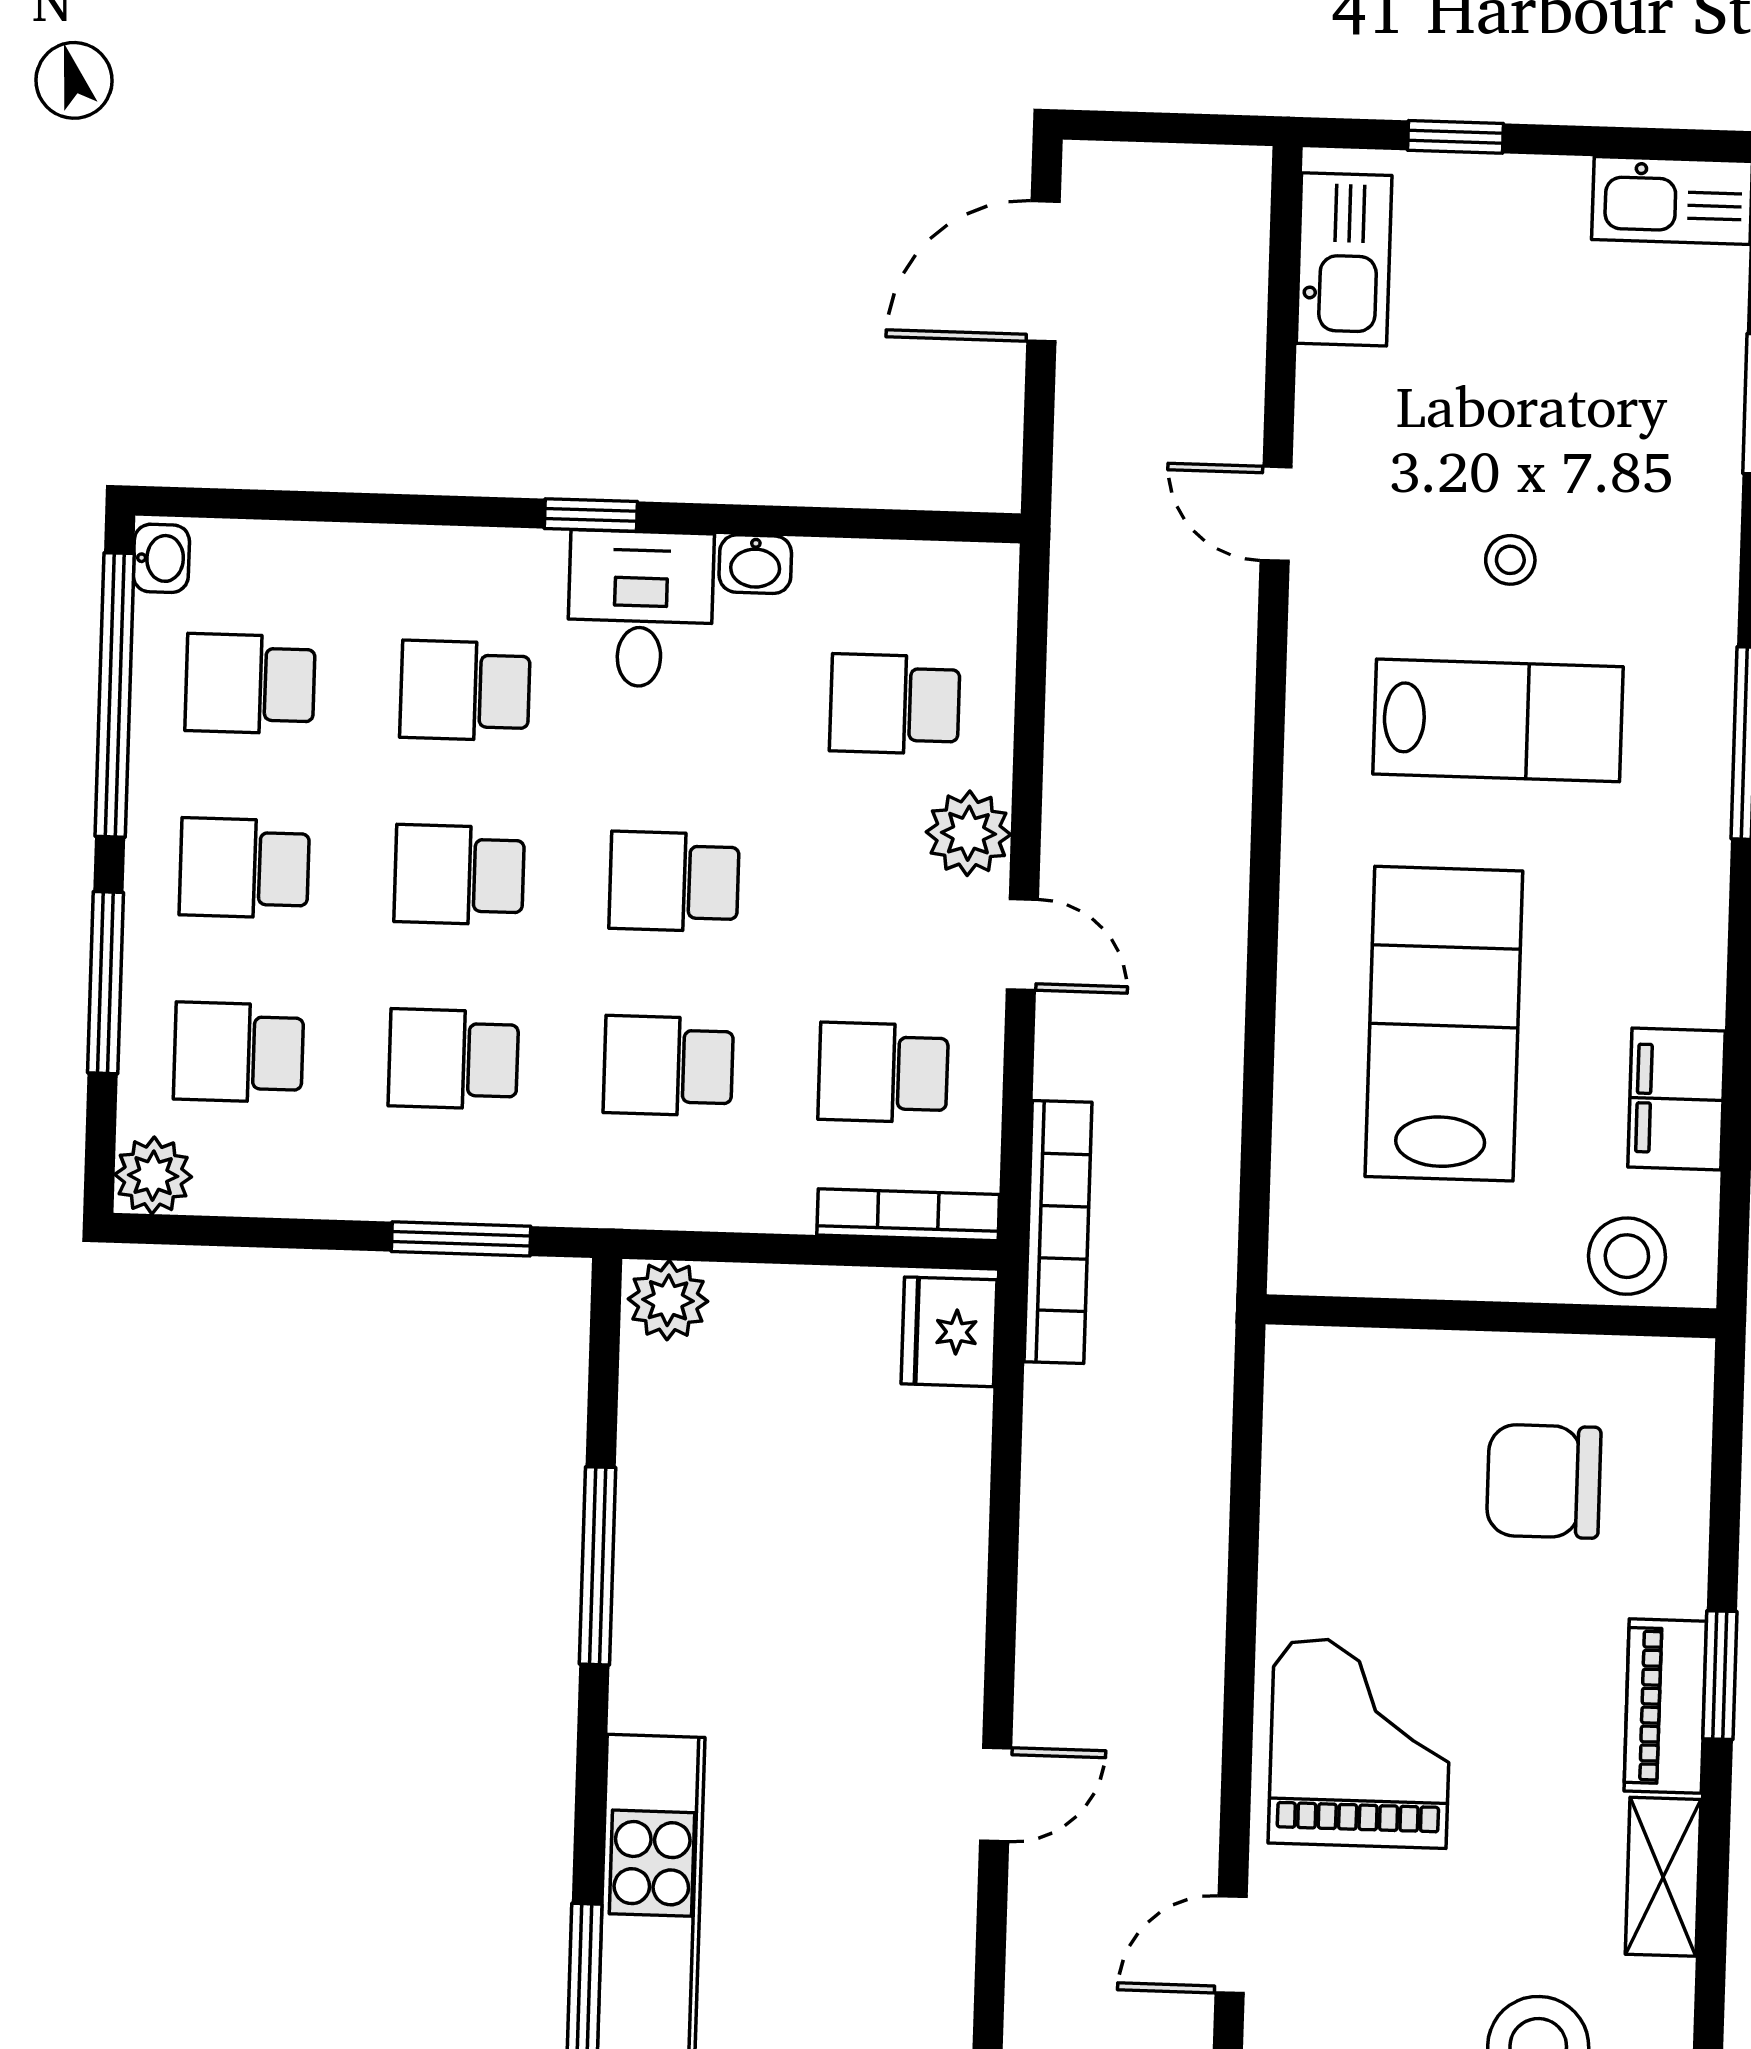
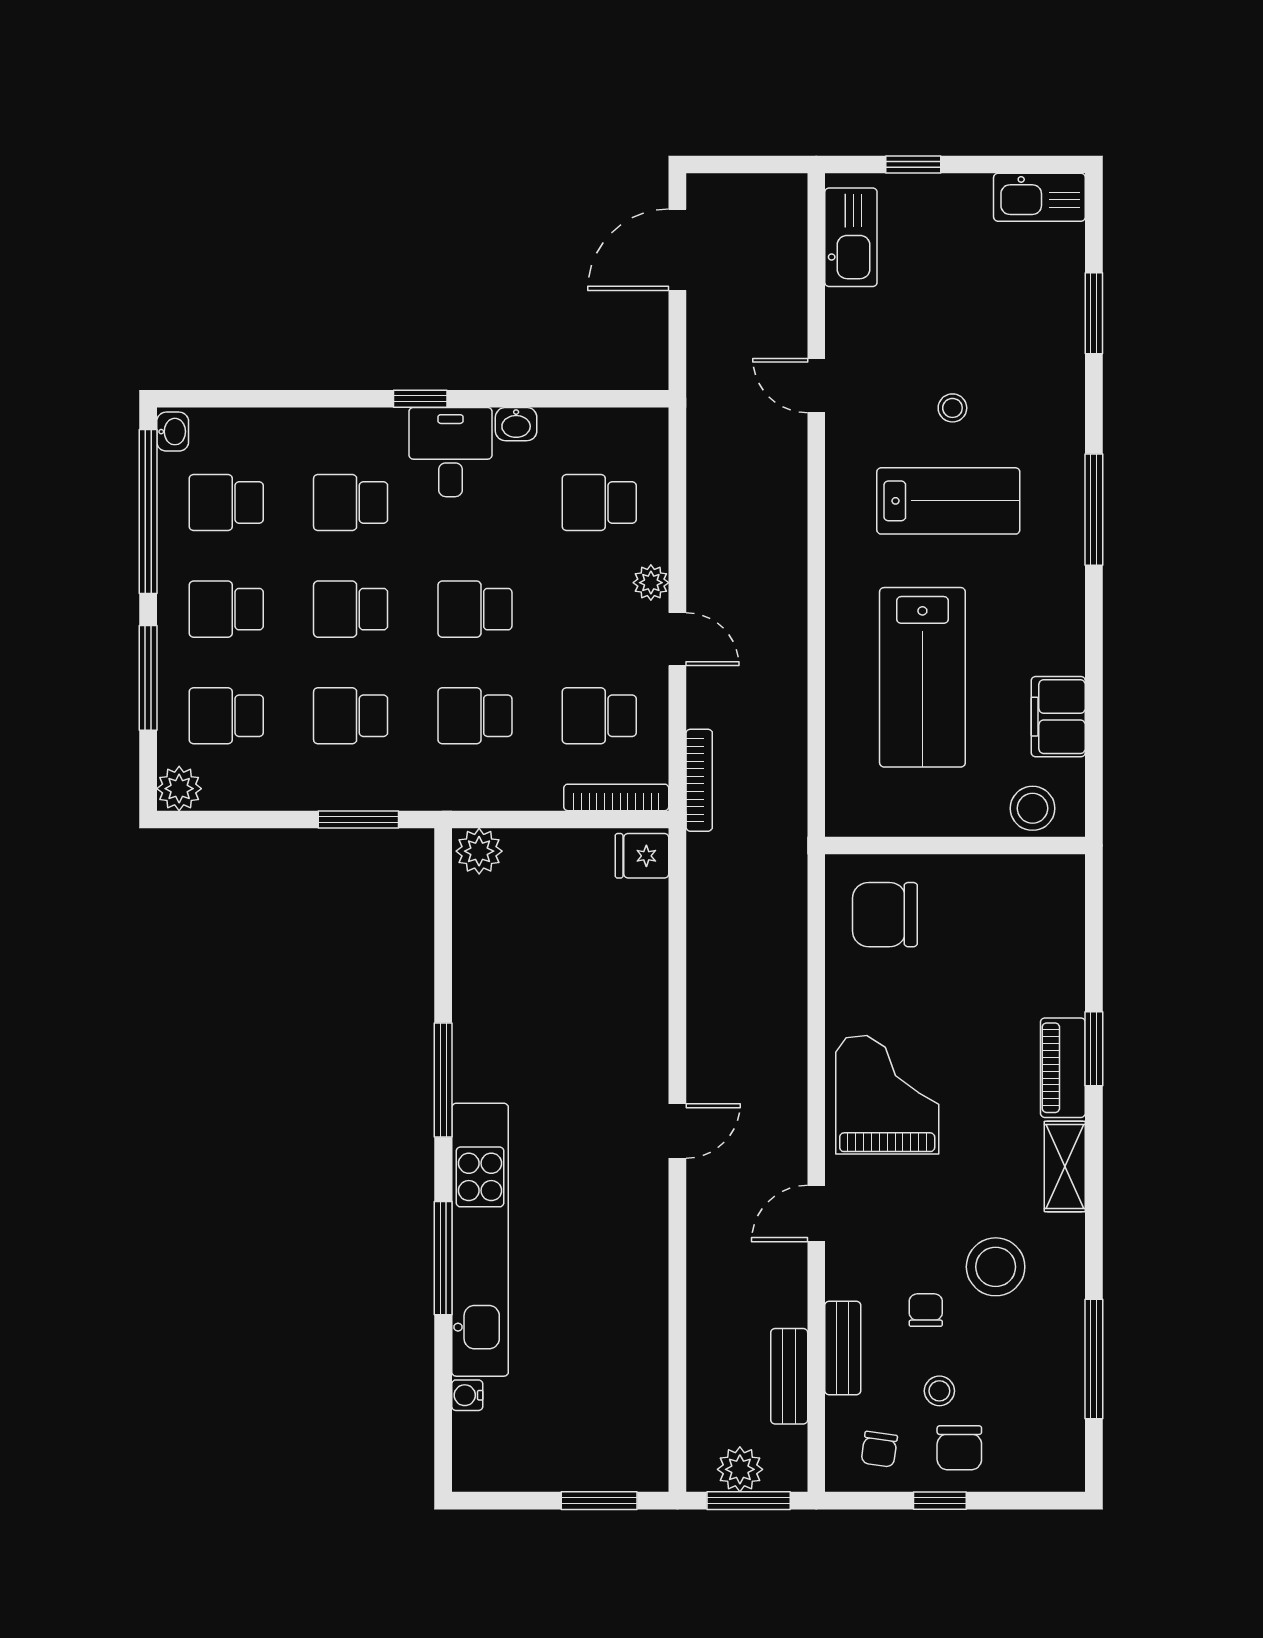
plant: (968, 833) -> (651, 583), width x0.73, depth x0.73
lab bench: (1444, 1024) -> (922, 677), turned 180
bookcase: (1058, 1232) -> (699, 780), width x0.68, depth x0.76
fridge: (949, 1332) -> (642, 856), width x0.72
chair: (1544, 1481) -> (885, 915), moved
window: (598, 1566) -> (443, 1080), moved

